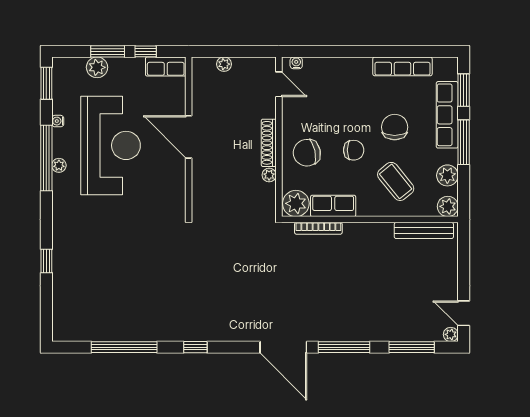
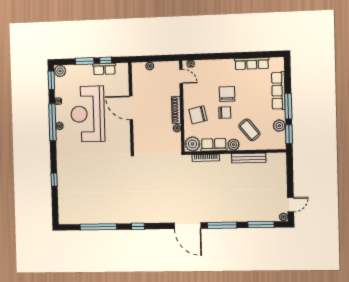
plant: (97, 67) -> (60, 71), moved
row of seats: (166, 67) -> (104, 69), moved
window: (464, 90) -> (289, 134), moved
chair: (395, 127) -> (227, 94), moved
reception desk: (111, 145) -> (88, 114), turned 180
plant: (448, 206) -> (233, 145), moved
bench: (424, 230) -> (249, 158), moved
door: (464, 313) -> (291, 205), swing flipped

